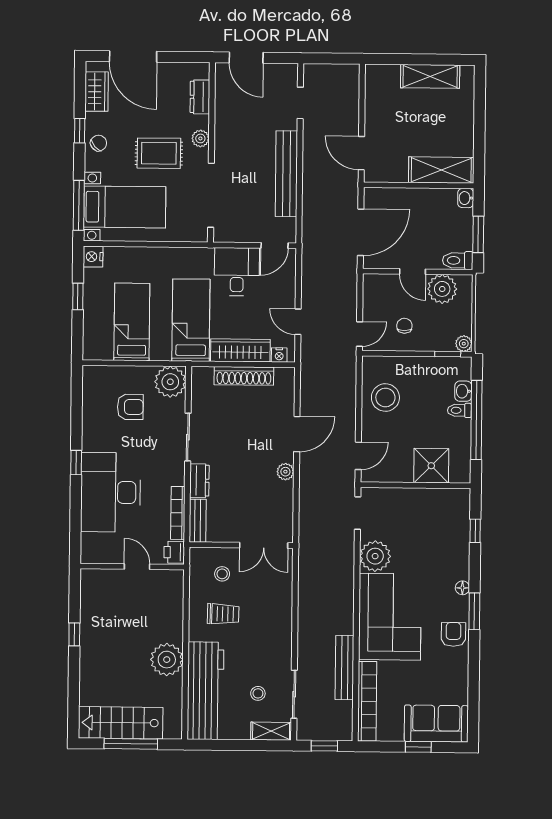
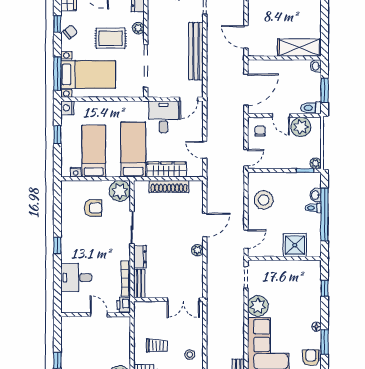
chair: (404, 326) -> (260, 131), moved
nightstand: (279, 355) -> (76, 172), moved
desk: (111, 492) -> (76, 278), width x0.53, depth x0.77
stool: (222, 574) -> (190, 355), moved

